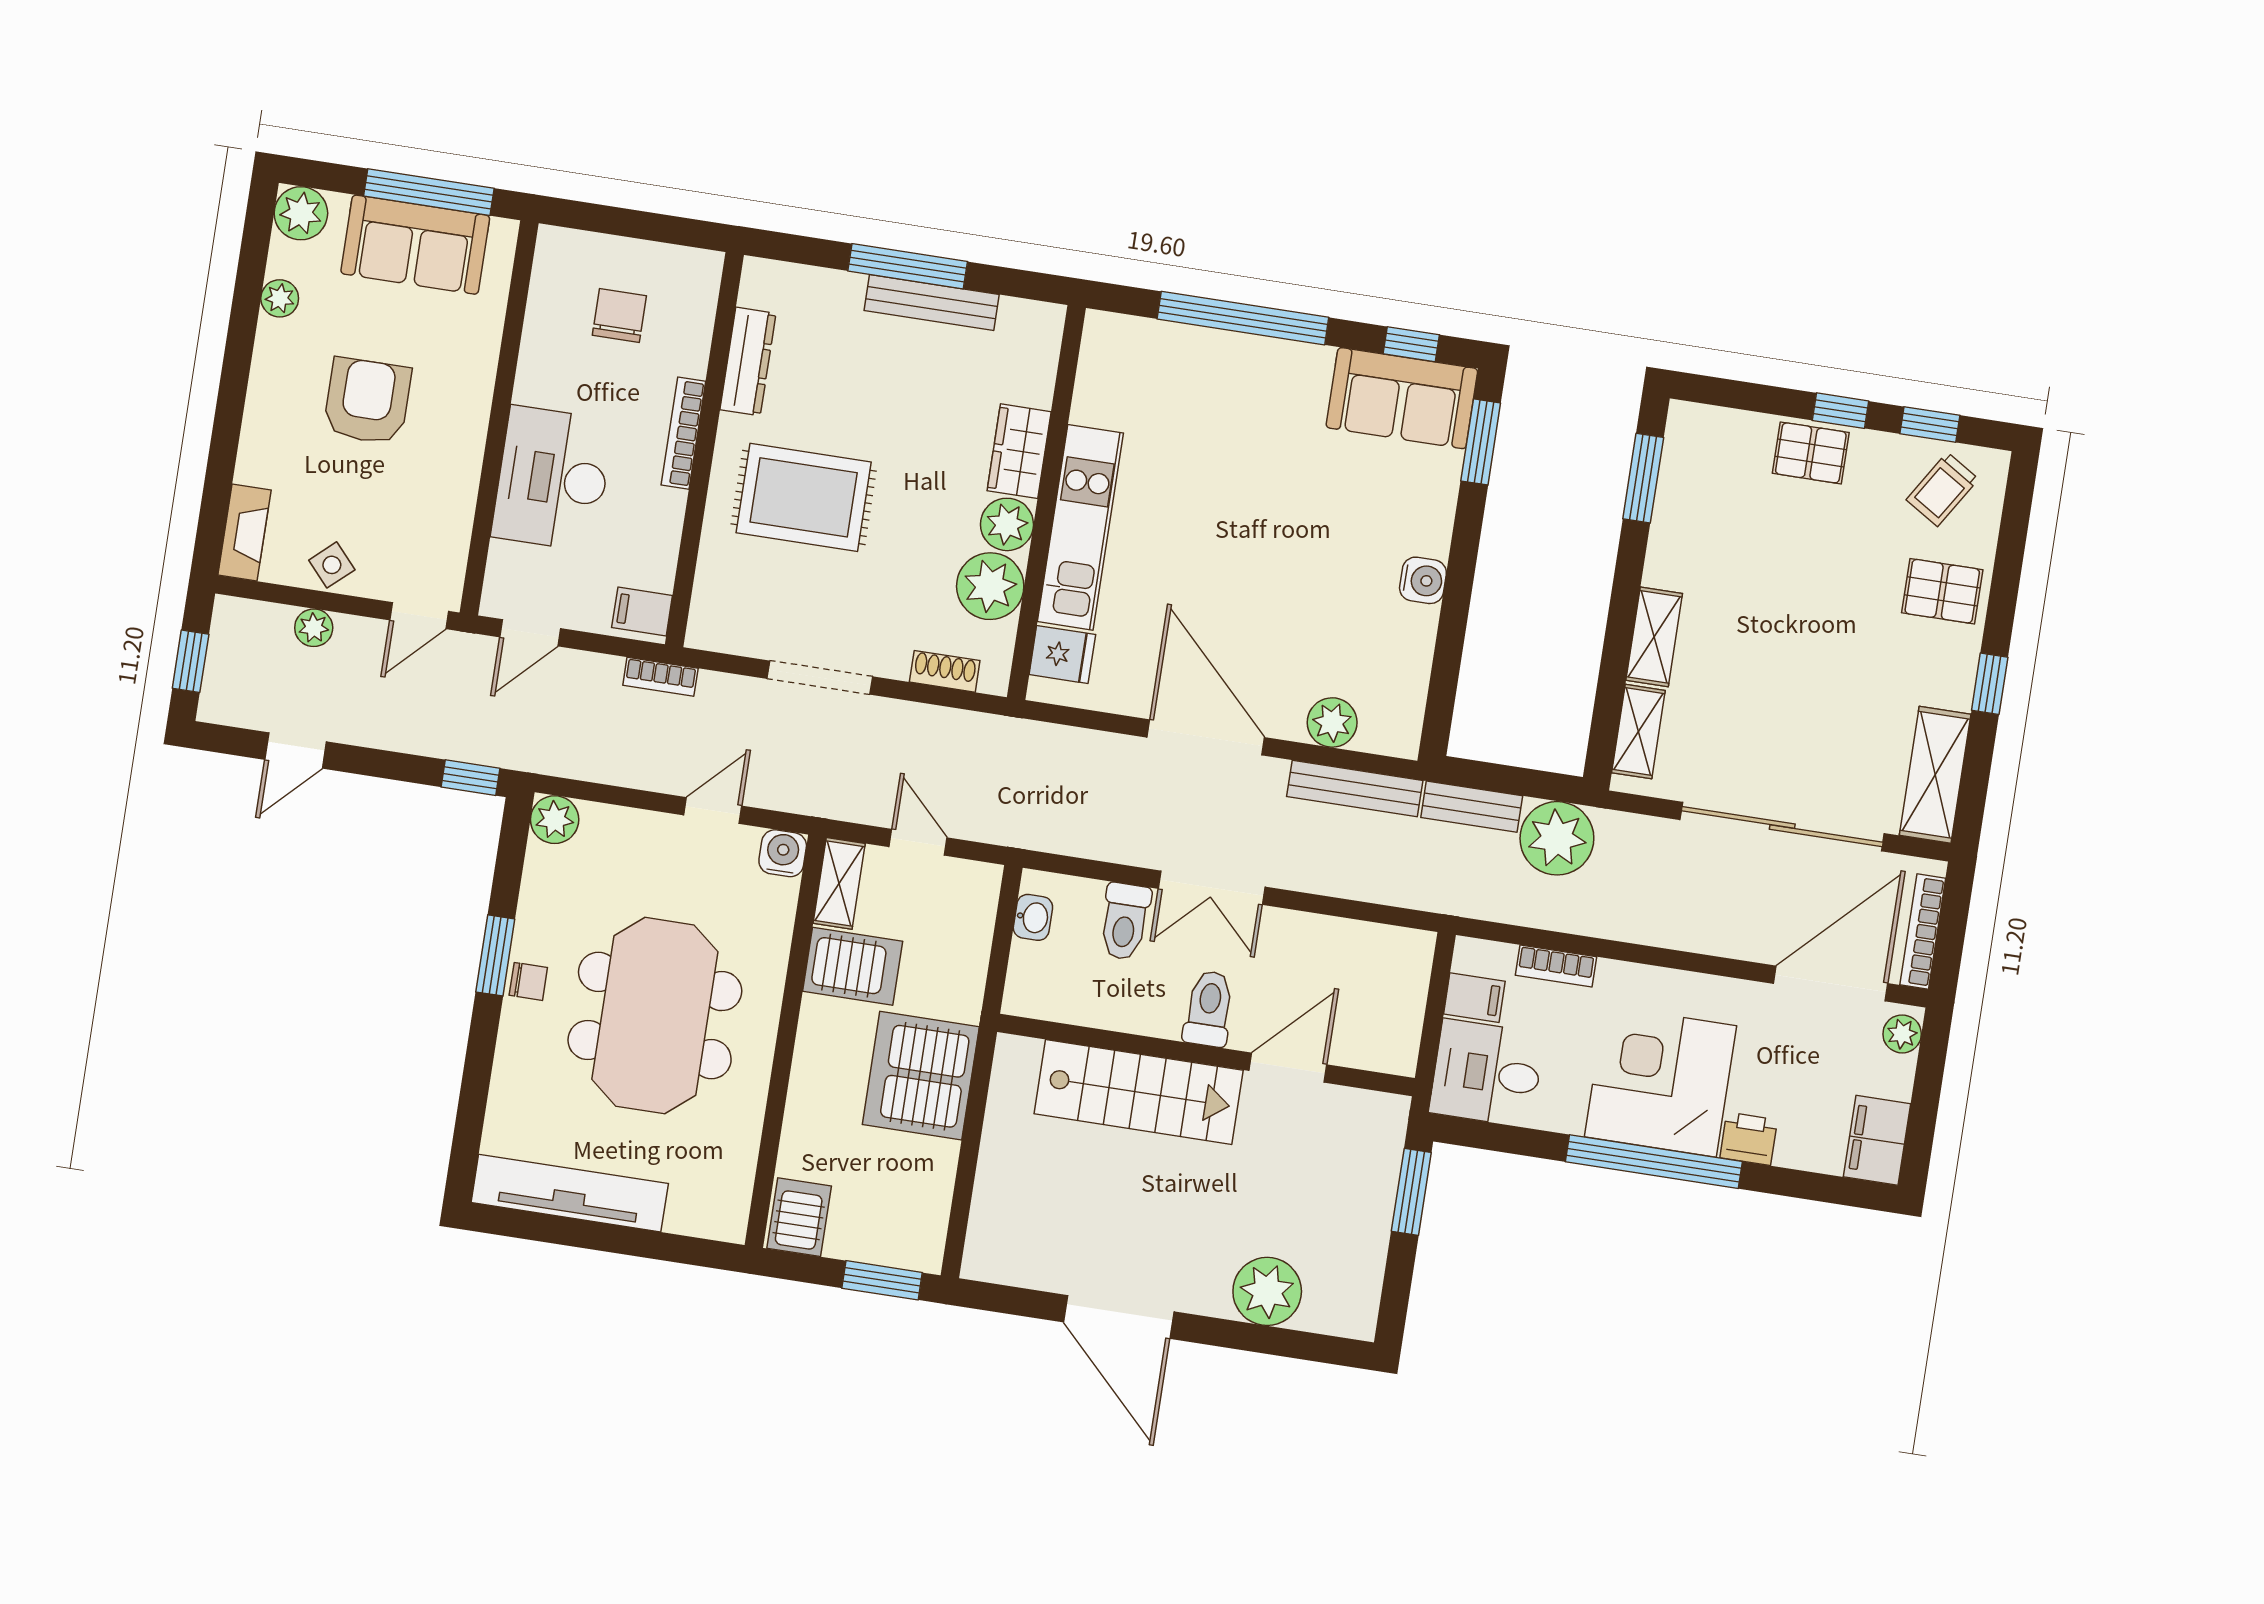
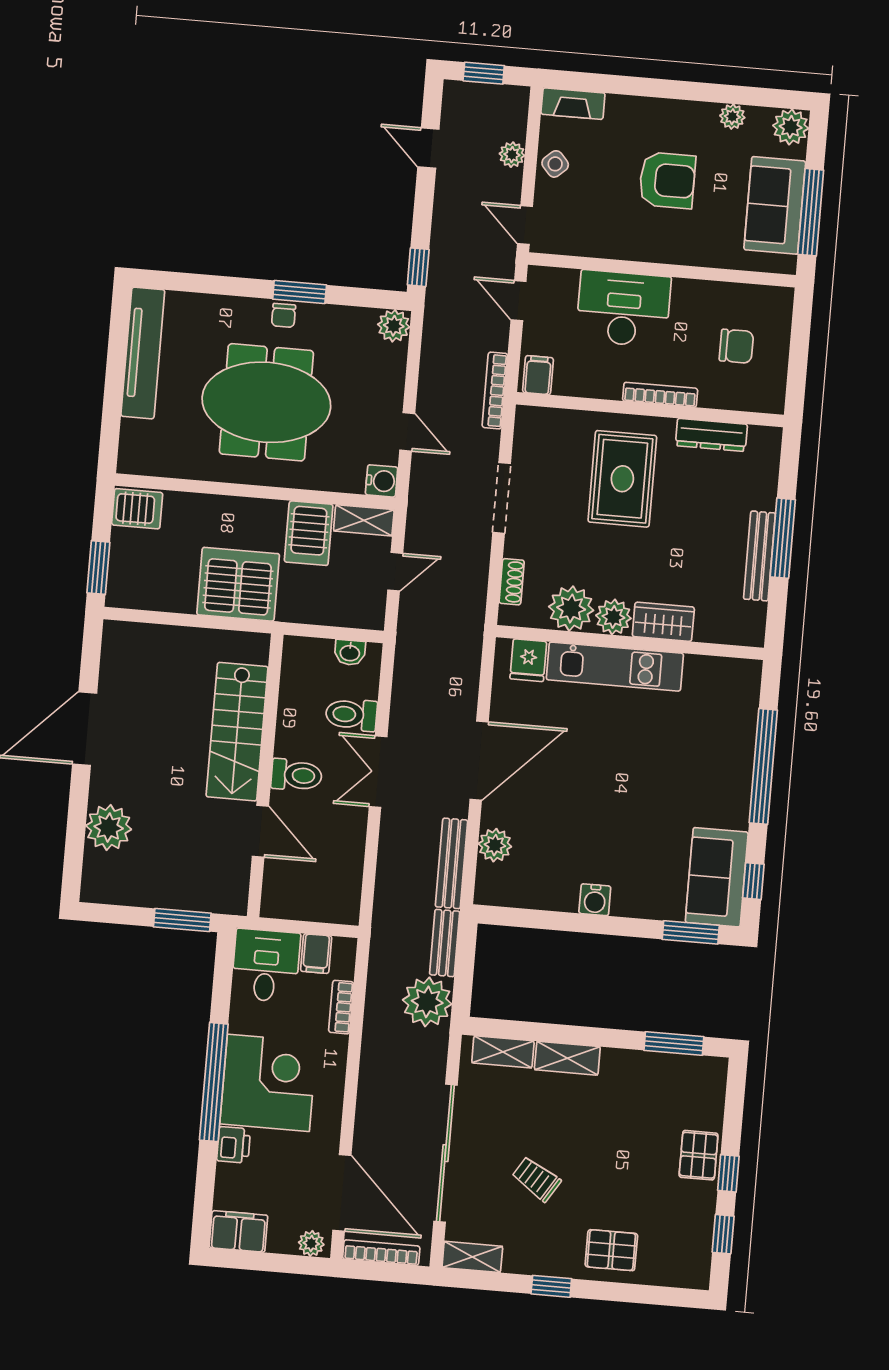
trolley: (1942, 489) -> (536, 1179), moved
pallet: (1942, 591) -> (611, 1250), turned 90
bookcase: (660, 677) -> (495, 390), width x1.56
shelving: (1935, 775) -> (472, 1257), width x0.67, depth x0.75

